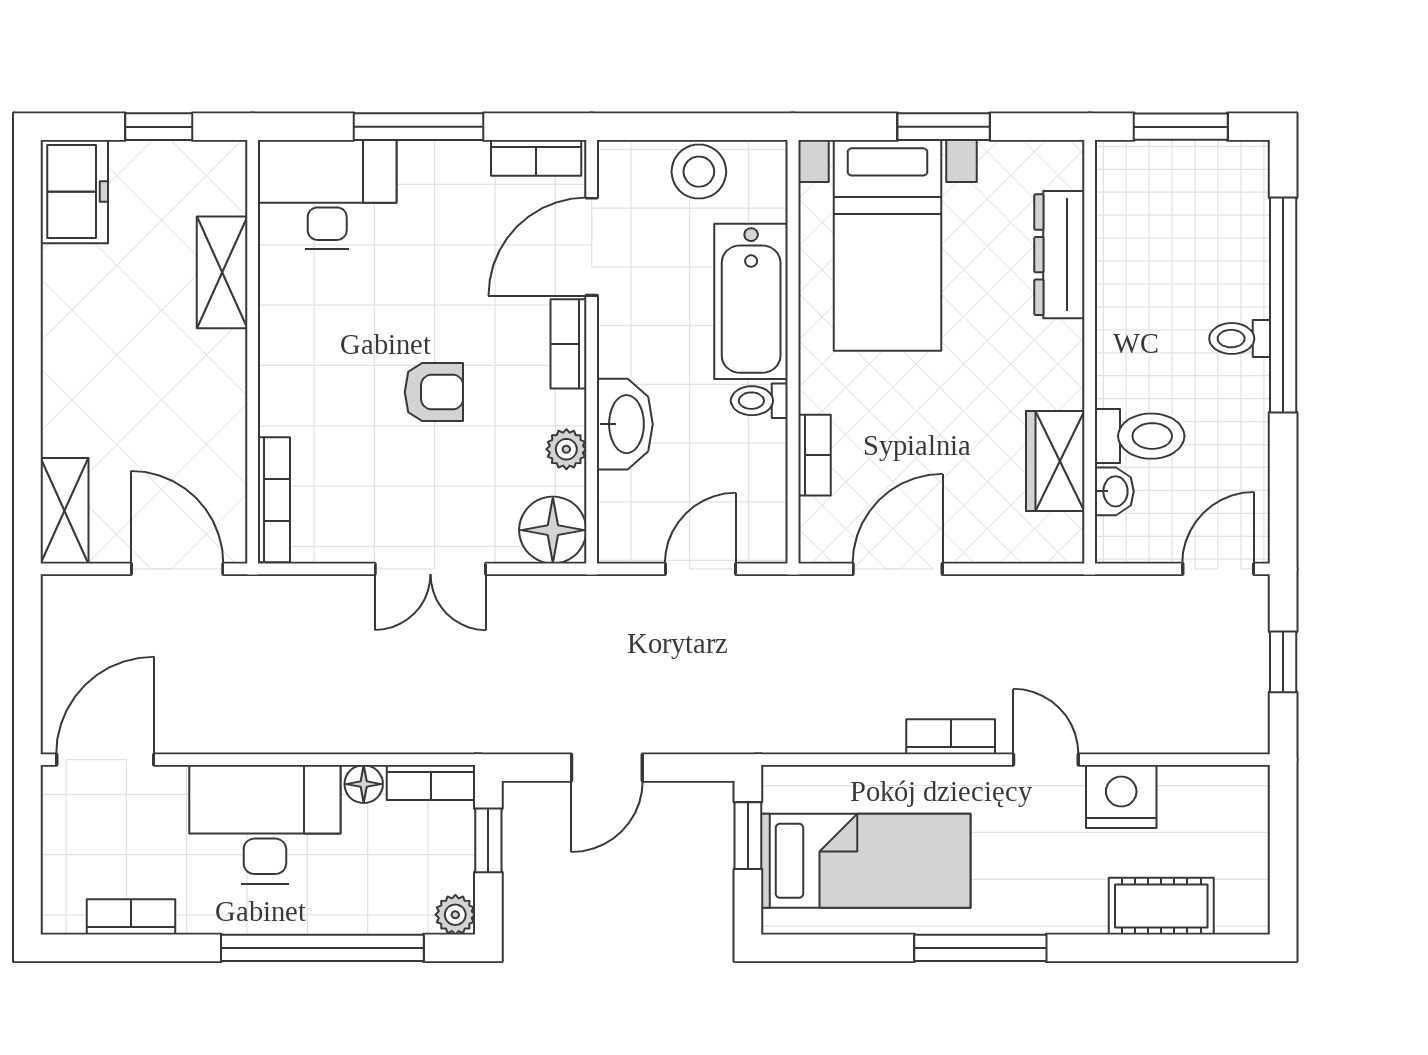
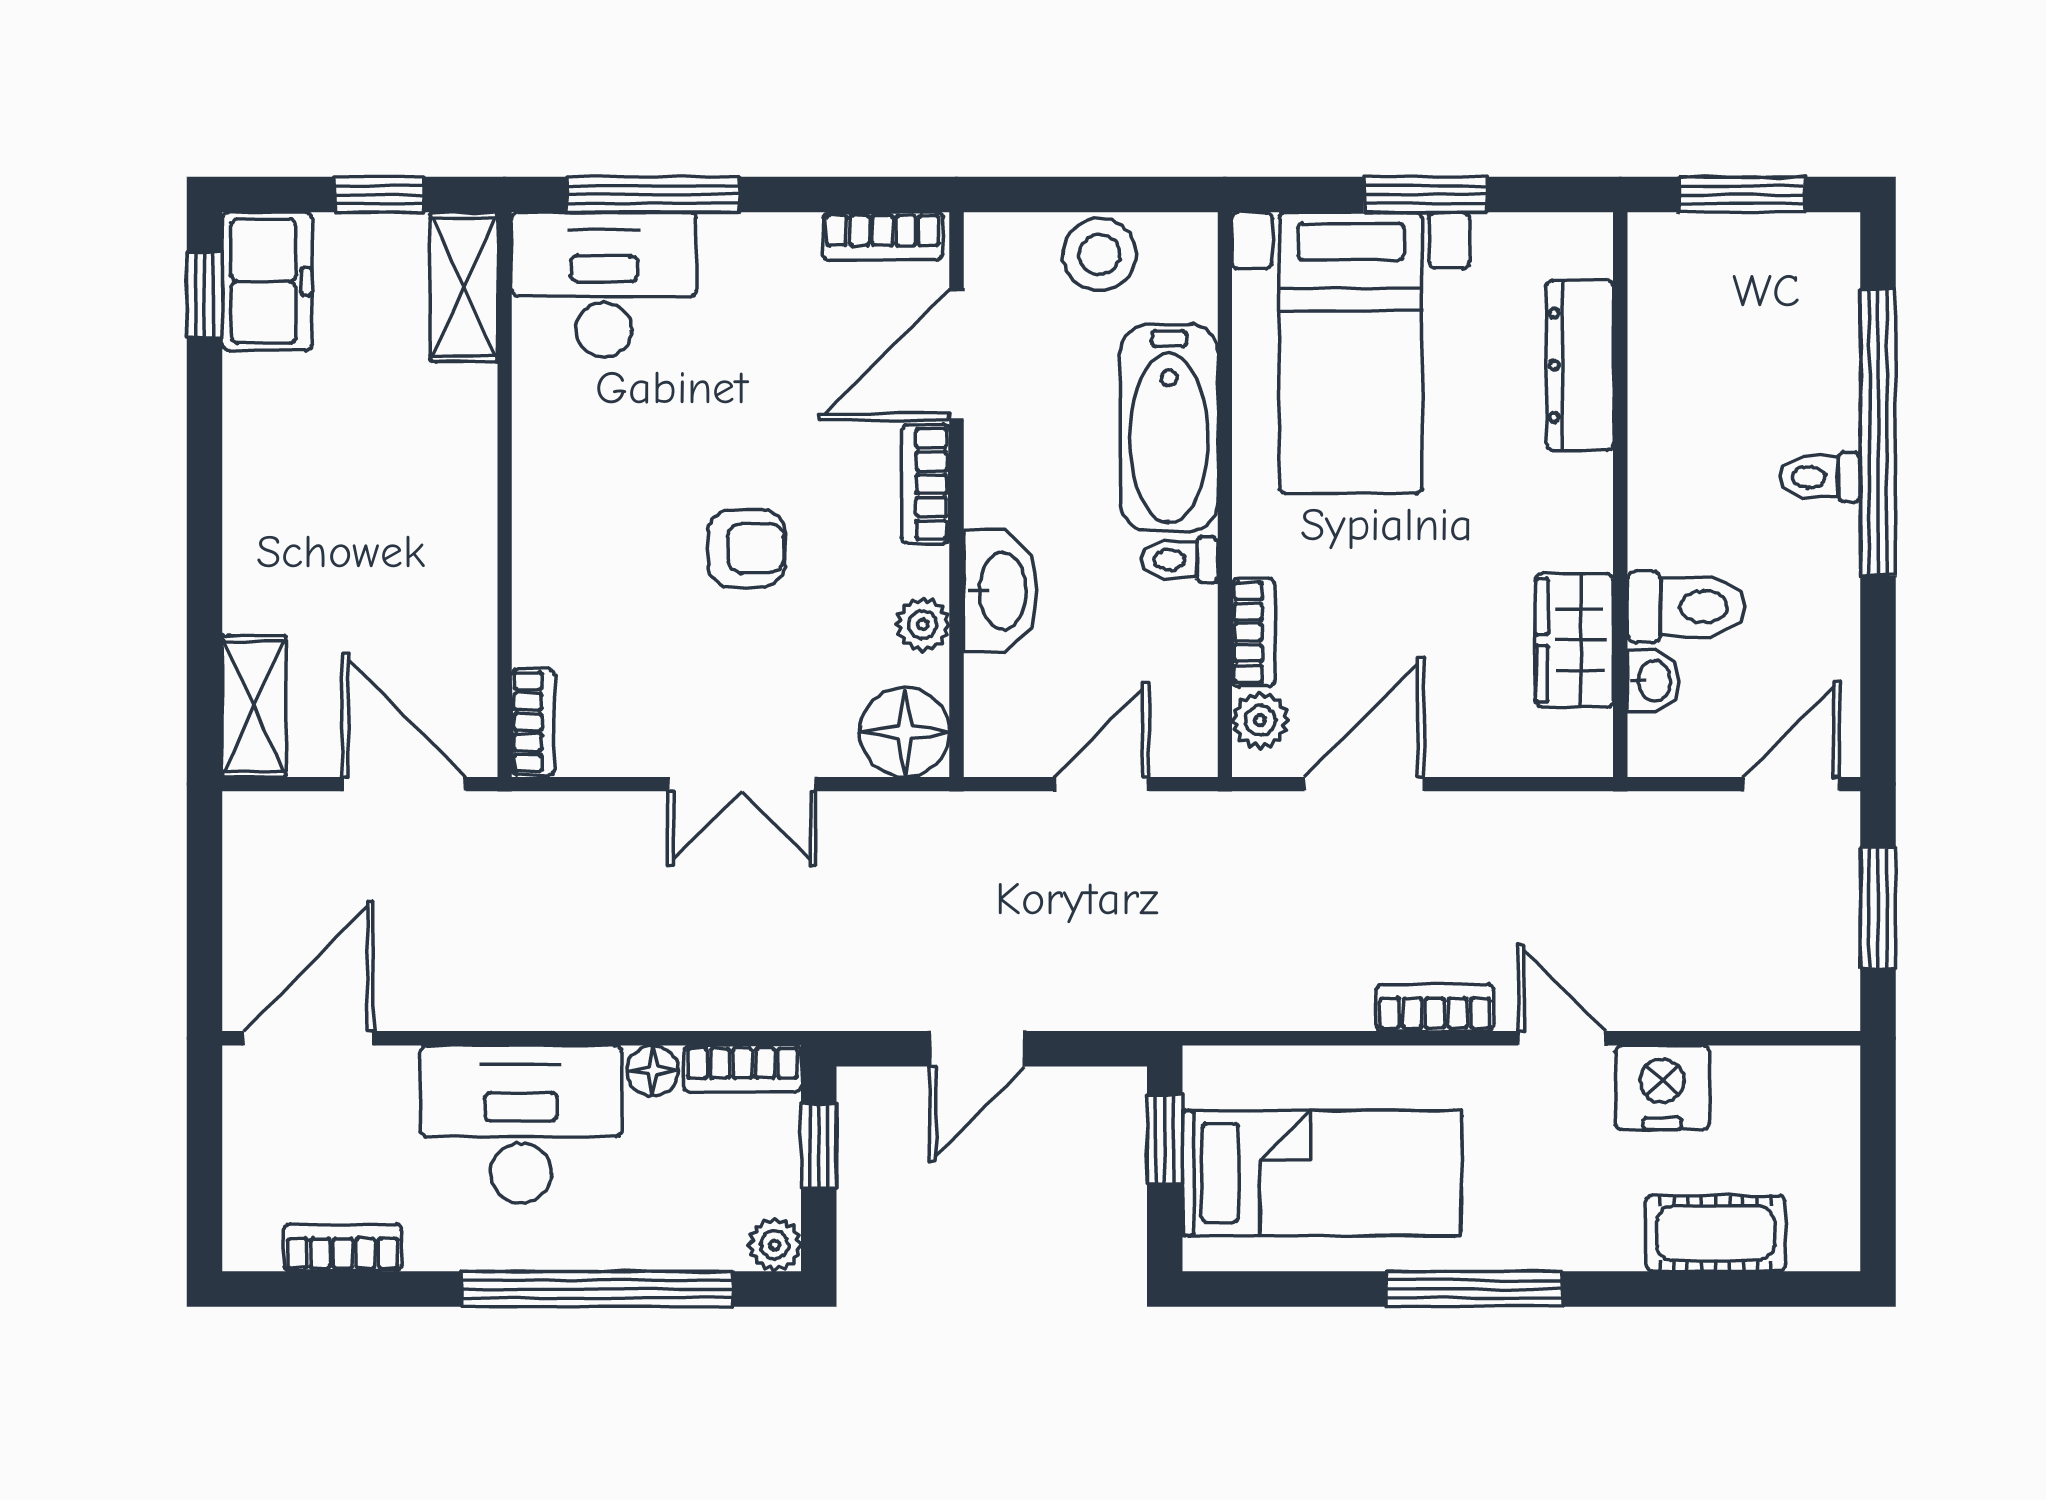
window: (418, 127) -> (653, 194), moved
window: (27, 202) -> (205, 295), added
shelving: (222, 272) -> (464, 287), moved
bookcase: (274, 500) -> (533, 722), width x0.64
plant: (820, 521) -> (1260, 720), added
window: (1283, 662) -> (1878, 908), width x1.50

